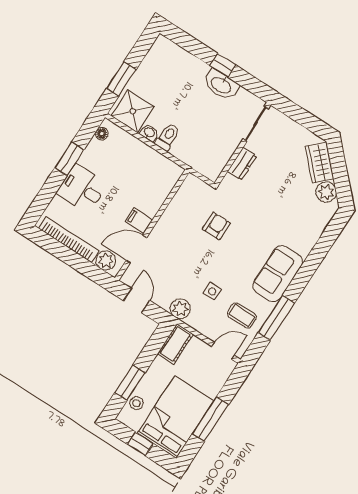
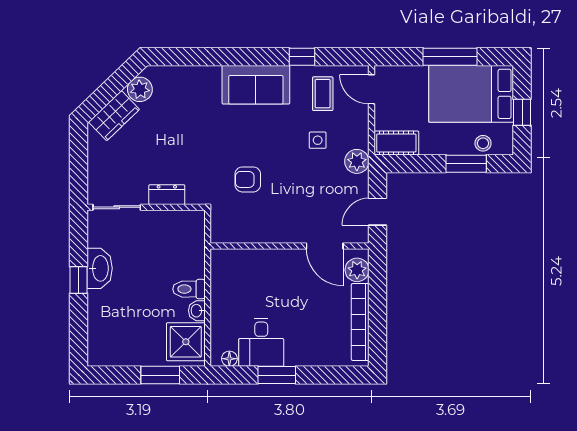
desk: (82, 189) -> (261, 342), moved
filing cabinet: (139, 221) -> (294, 262), removed
window: (276, 318) -> (302, 57), width x0.46

